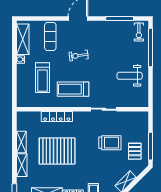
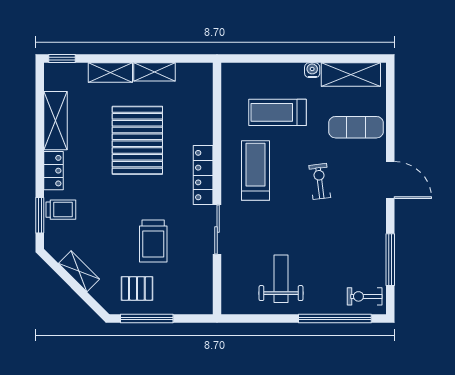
locker: (57, 117) -> (203, 175), moved

